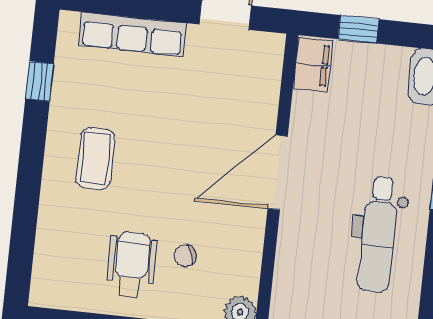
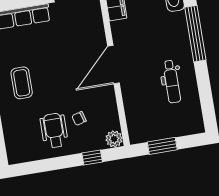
dental chair: (378, 234) -> (172, 82), width x0.73, depth x0.72

